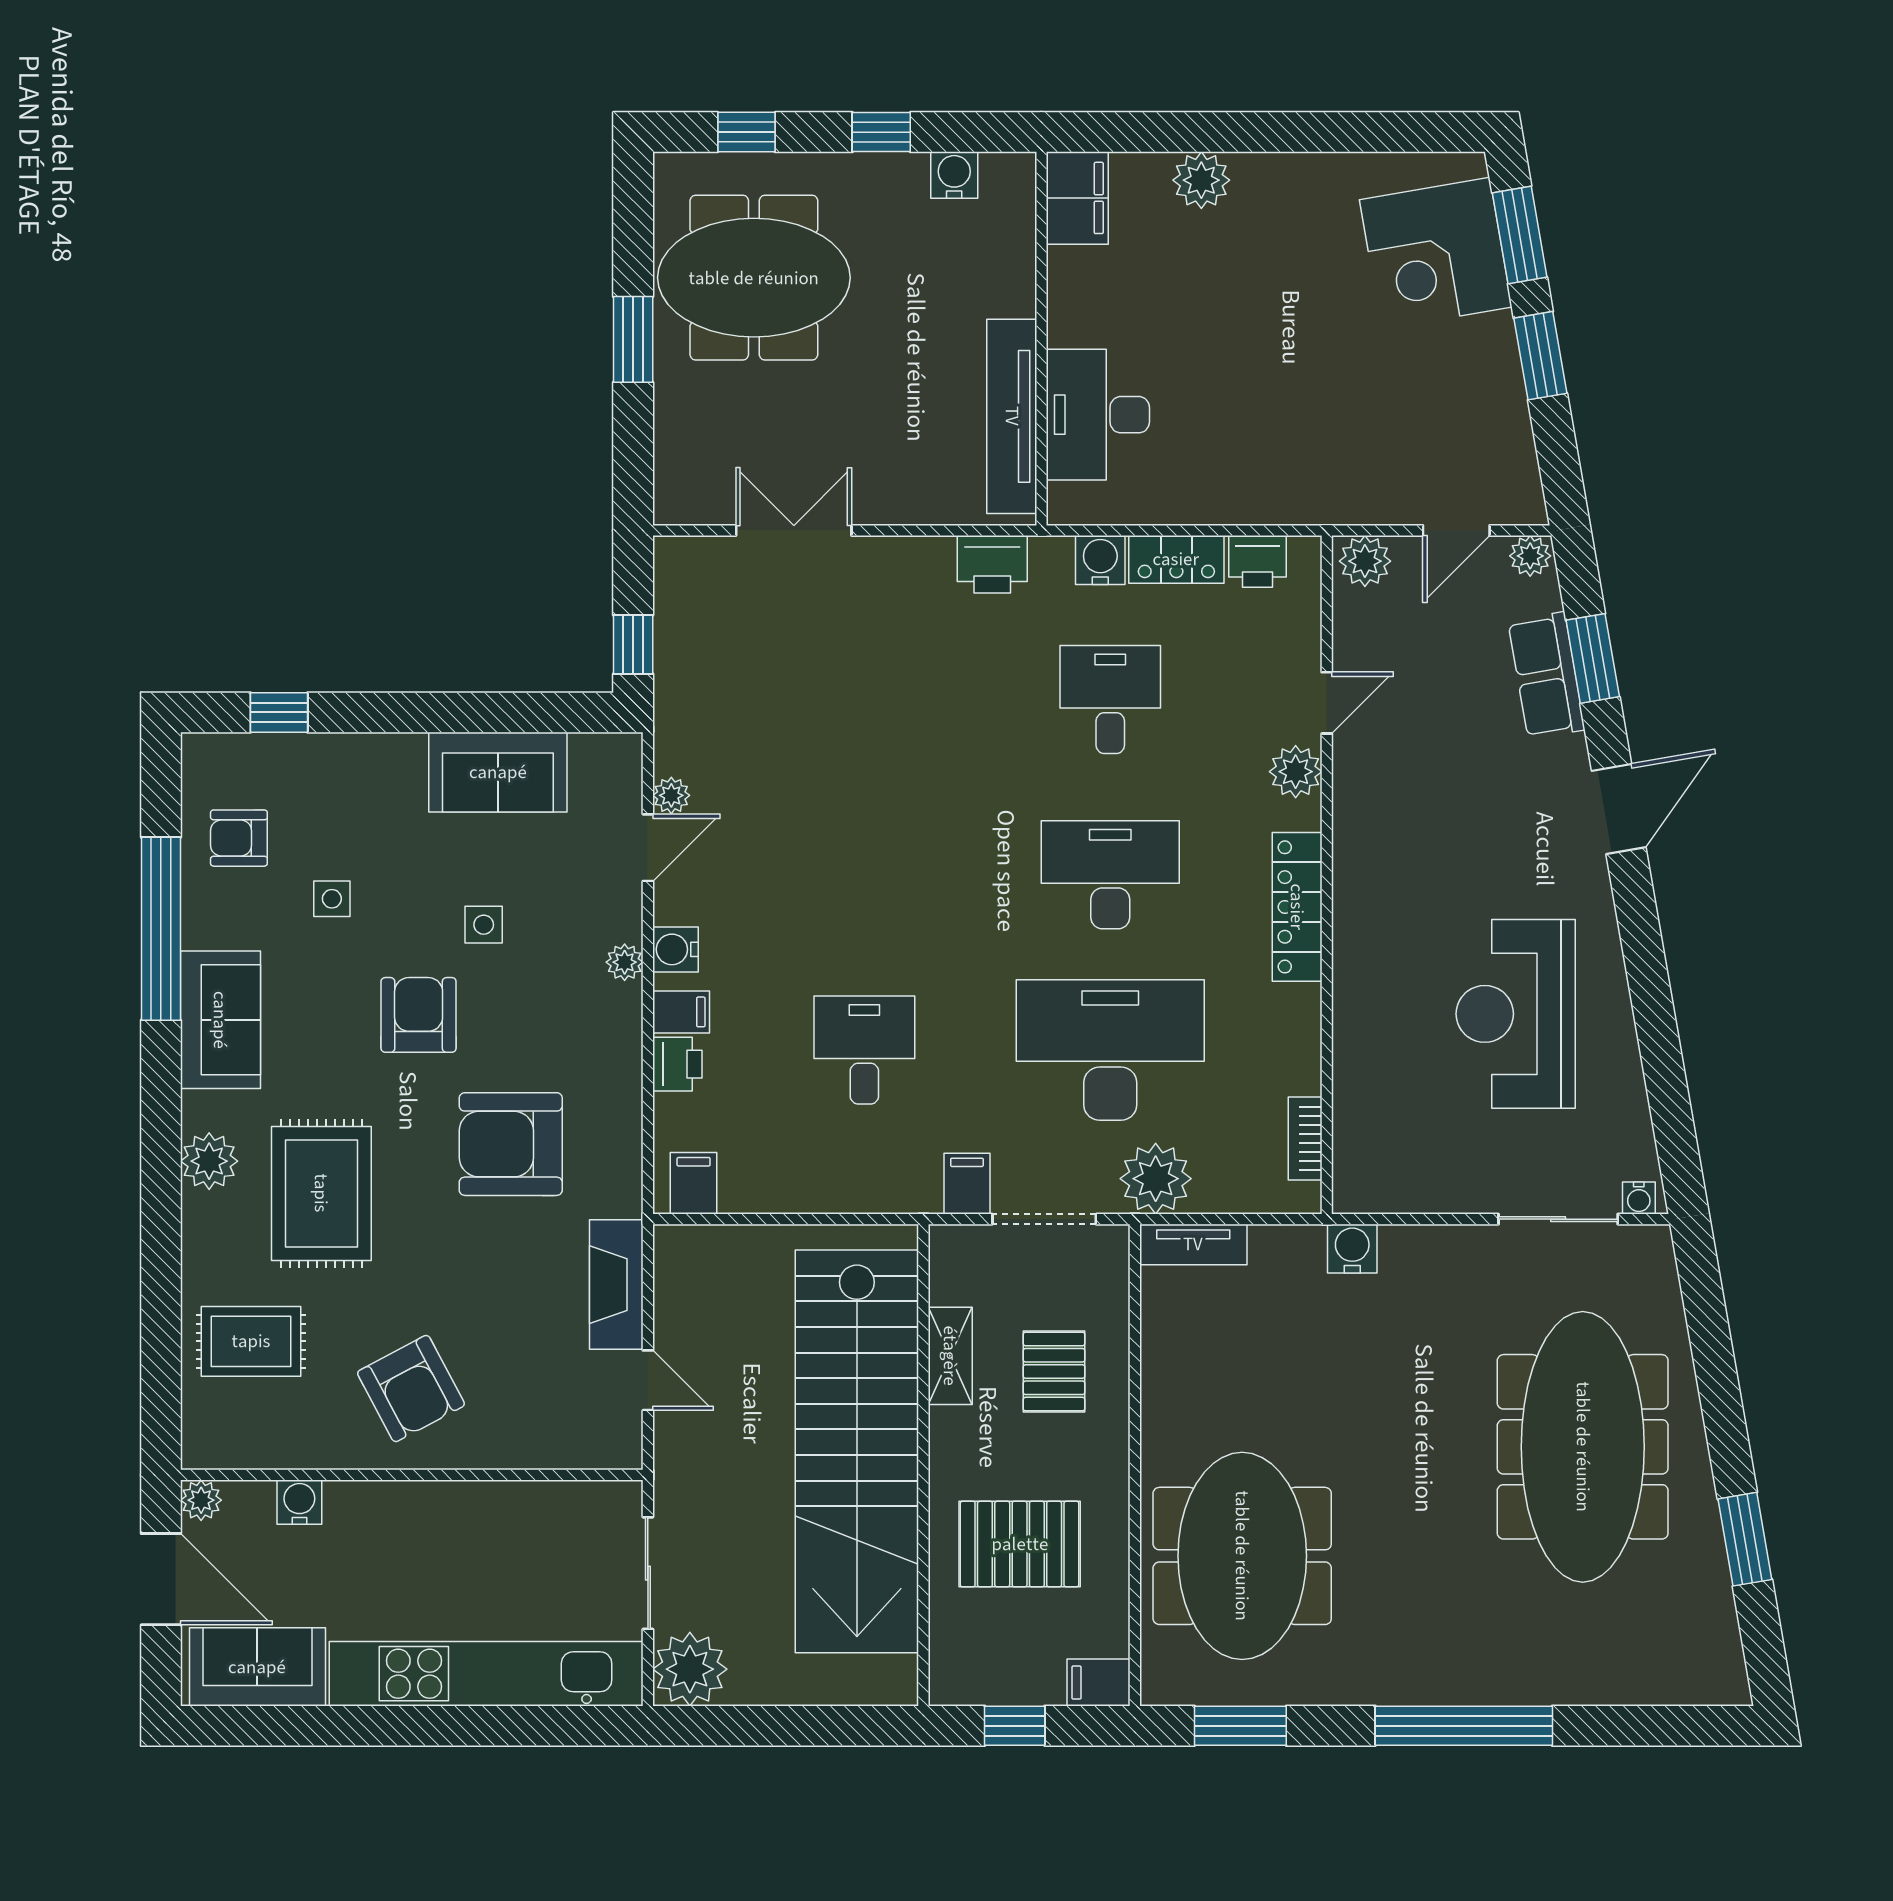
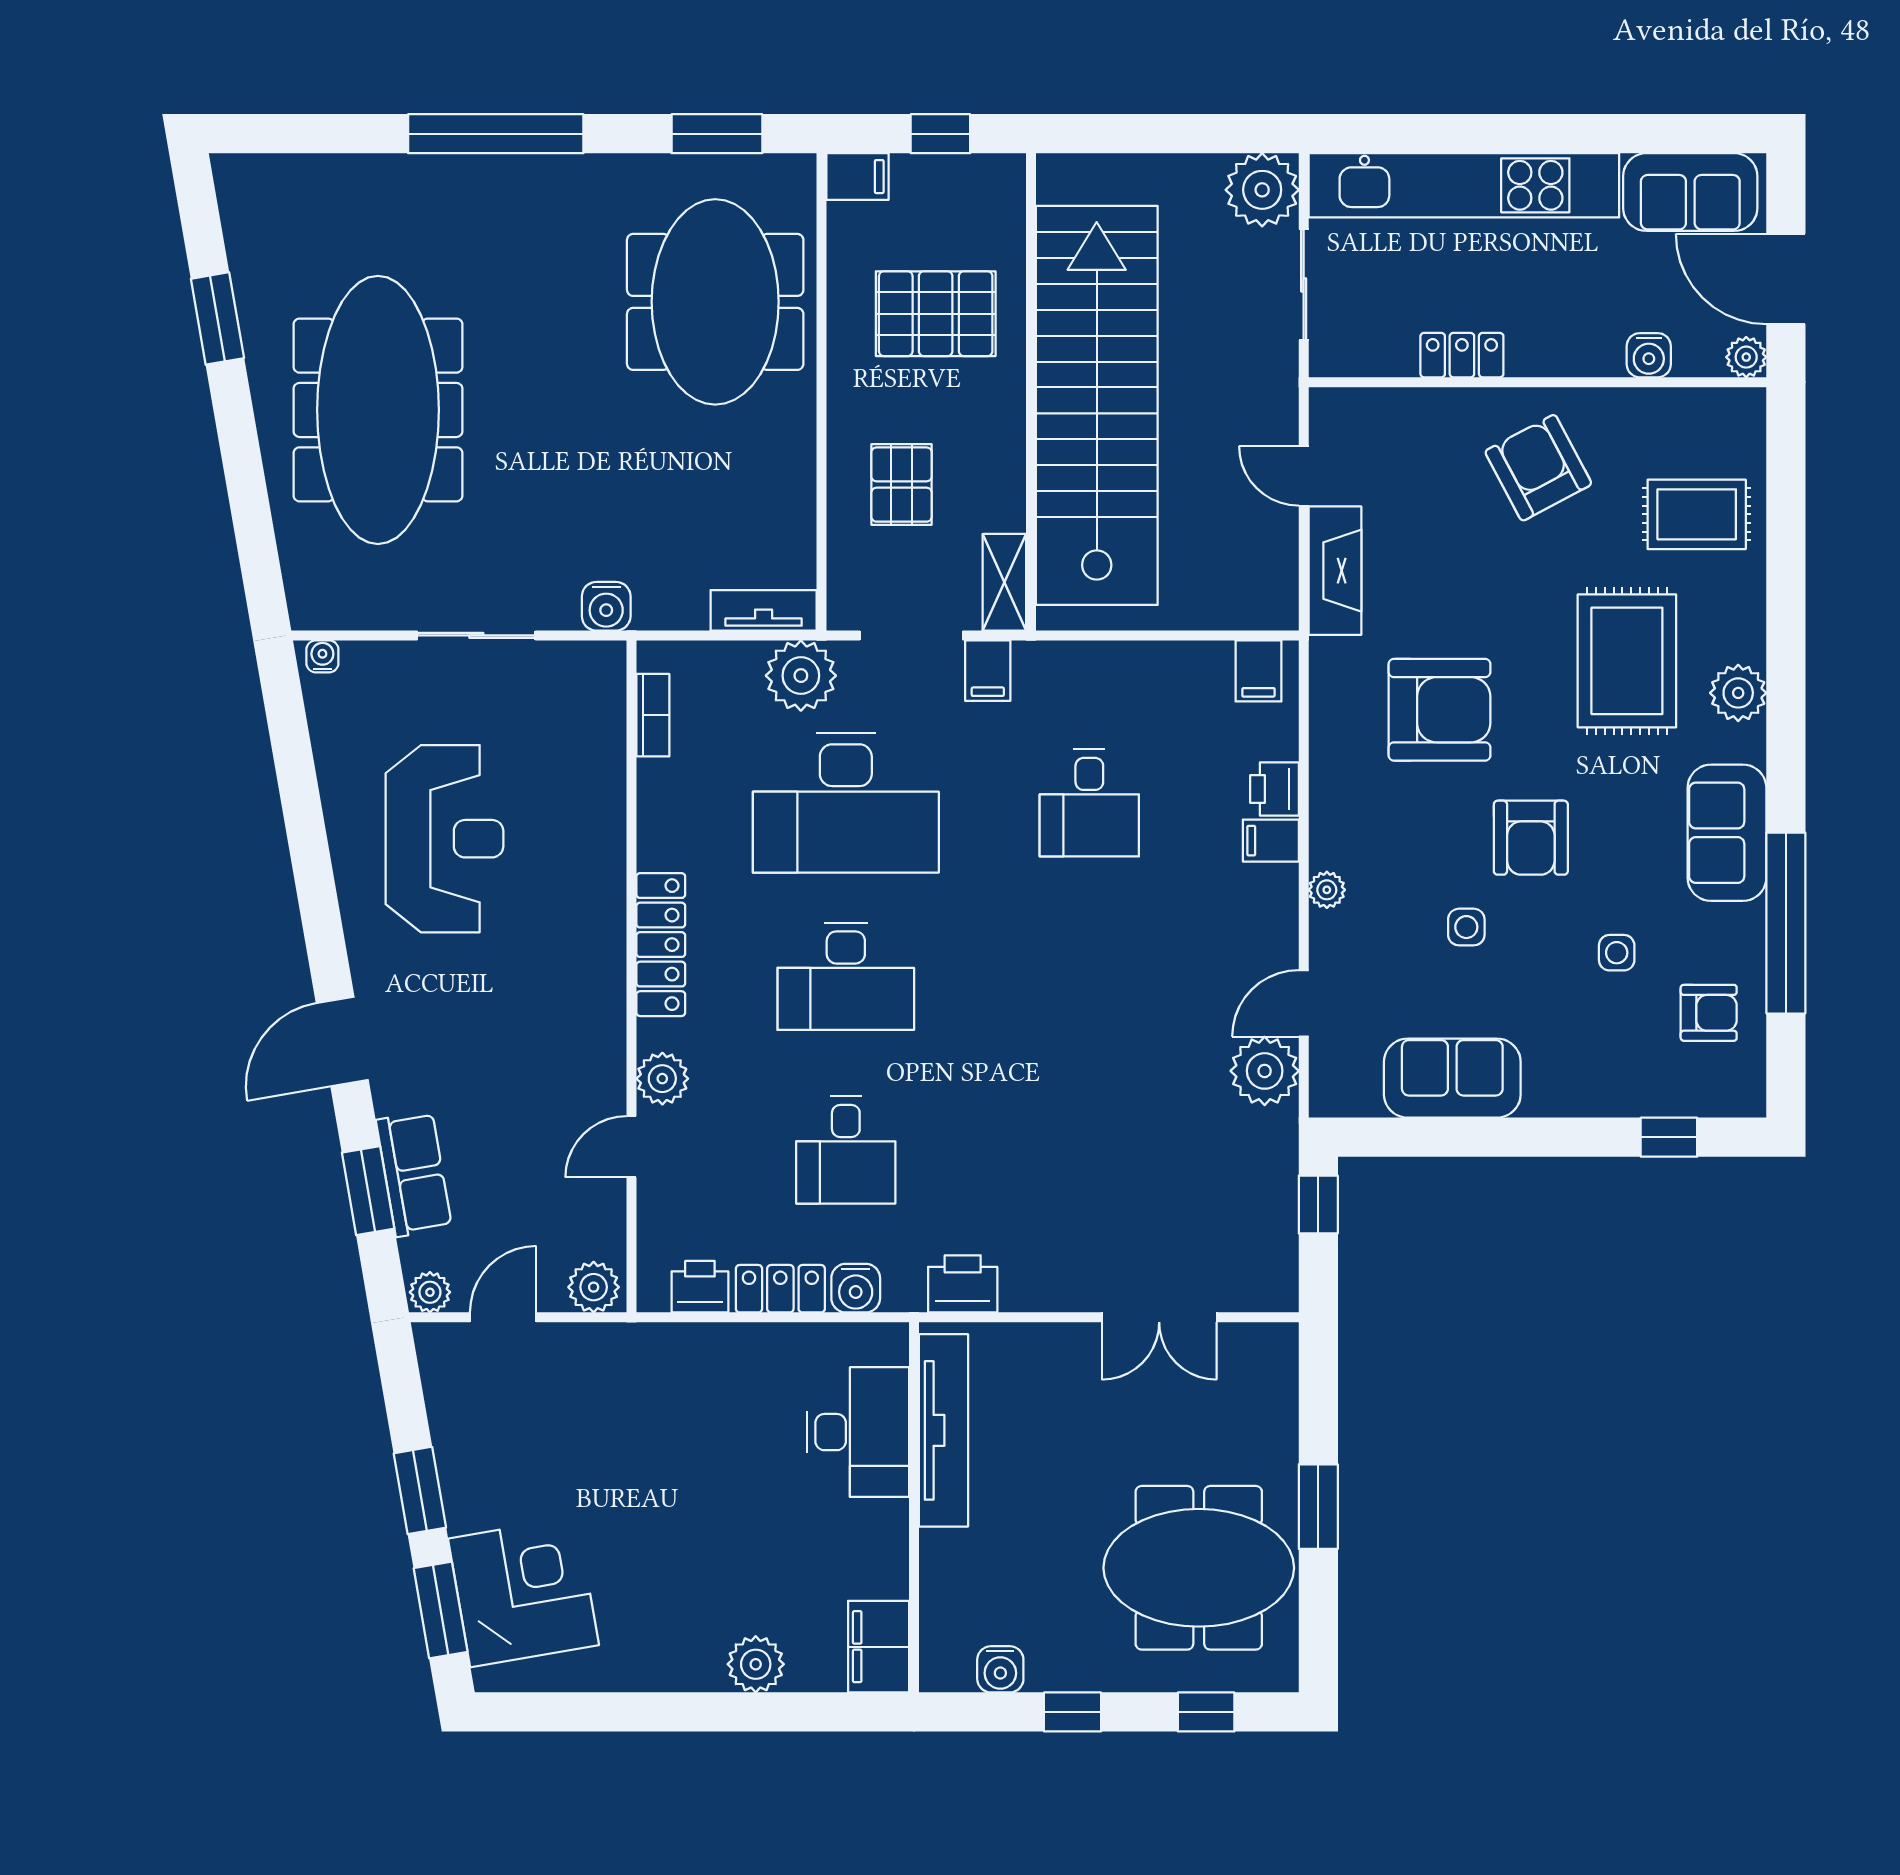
plant: (671, 795) -> (1265, 1071), width x1.88, depth x1.88
water cooler: (675, 949) -> (1276, 903), removed
sliding door: (1558, 1219) -> (476, 635), moved
shelving: (950, 1356) -> (1004, 582), moved
locker: (488, 1502) -> (1462, 355), added

